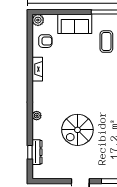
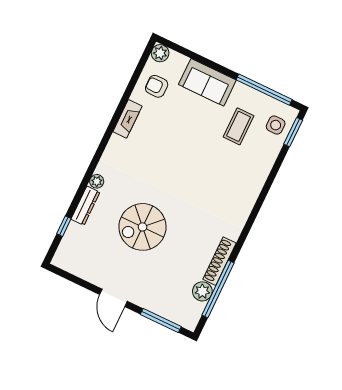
armchair: (45, 41) -> (157, 86), turned 180
dresser: (37, 152) -> (85, 206), moved

